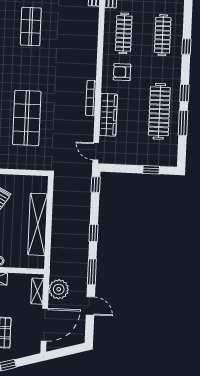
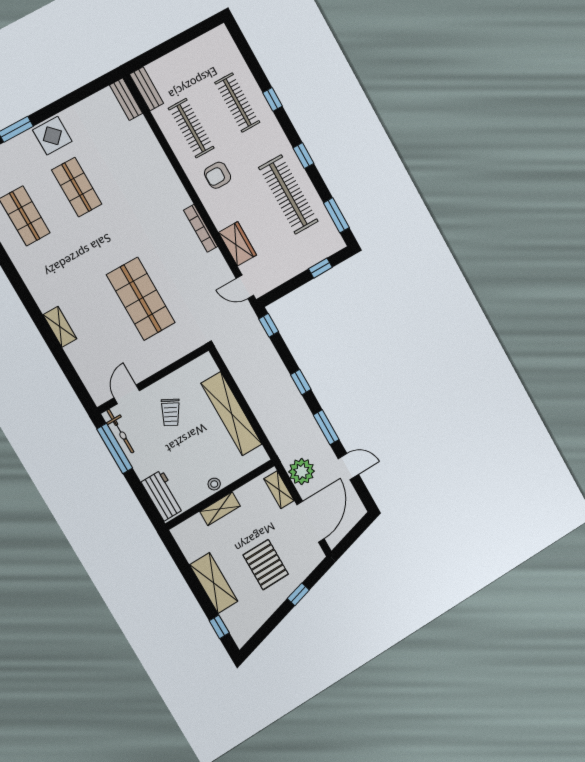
wardrobe: (108, 115) -> (238, 244), width x0.67
window: (183, 123) -> (336, 215), moved

